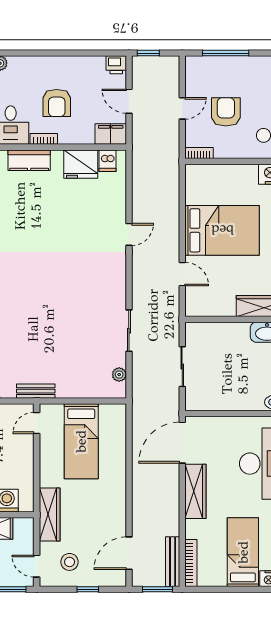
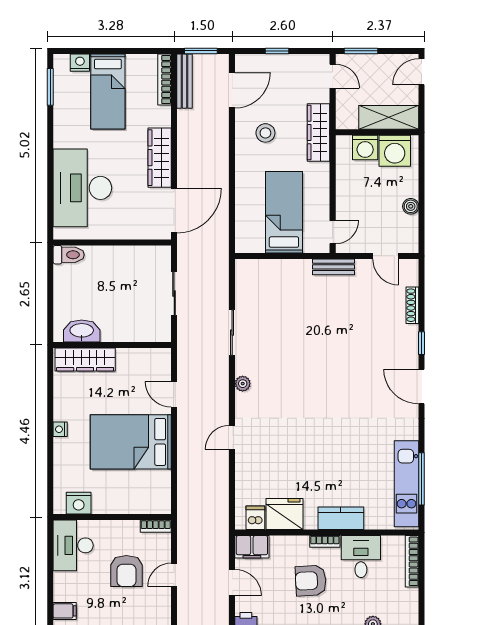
armchair: (57, 103) -> (311, 581), turned -93
plant: (119, 375) -> (243, 384), moved
stool: (70, 562) -> (265, 133), moved

